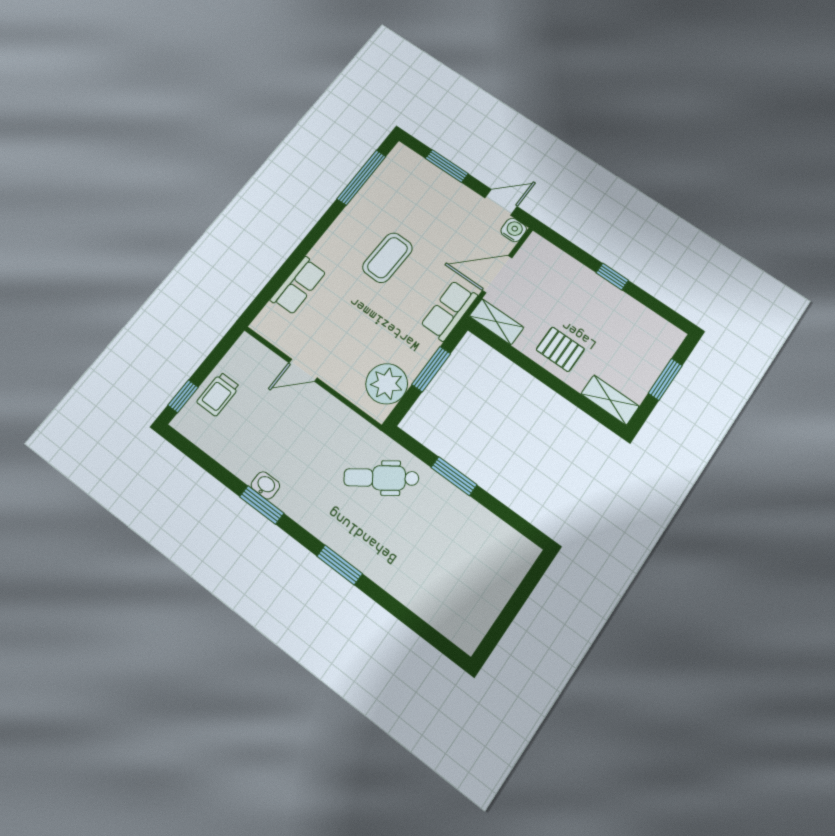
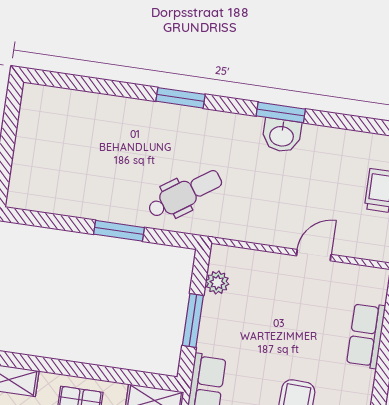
plant: (387, 384) -> (217, 282), width x0.53, depth x0.53
washbasin: (265, 485) -> (282, 135), width x1.38, depth x1.45

